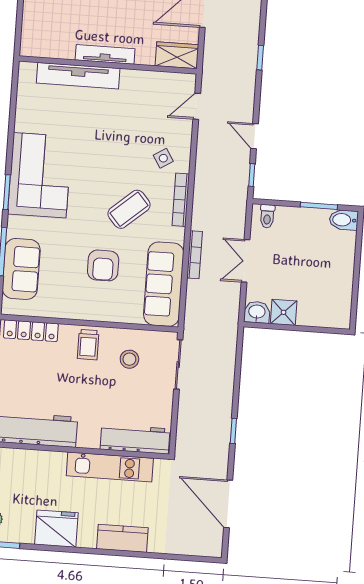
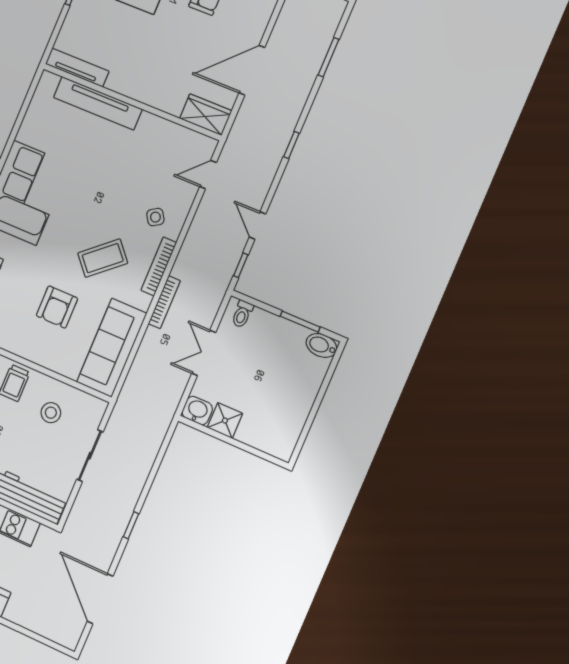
tv unit: (105, 54) -> (77, 68), moved
bookcase: (195, 255) -> (164, 302), moved
sliding door: (178, 364) -> (90, 456), moved

